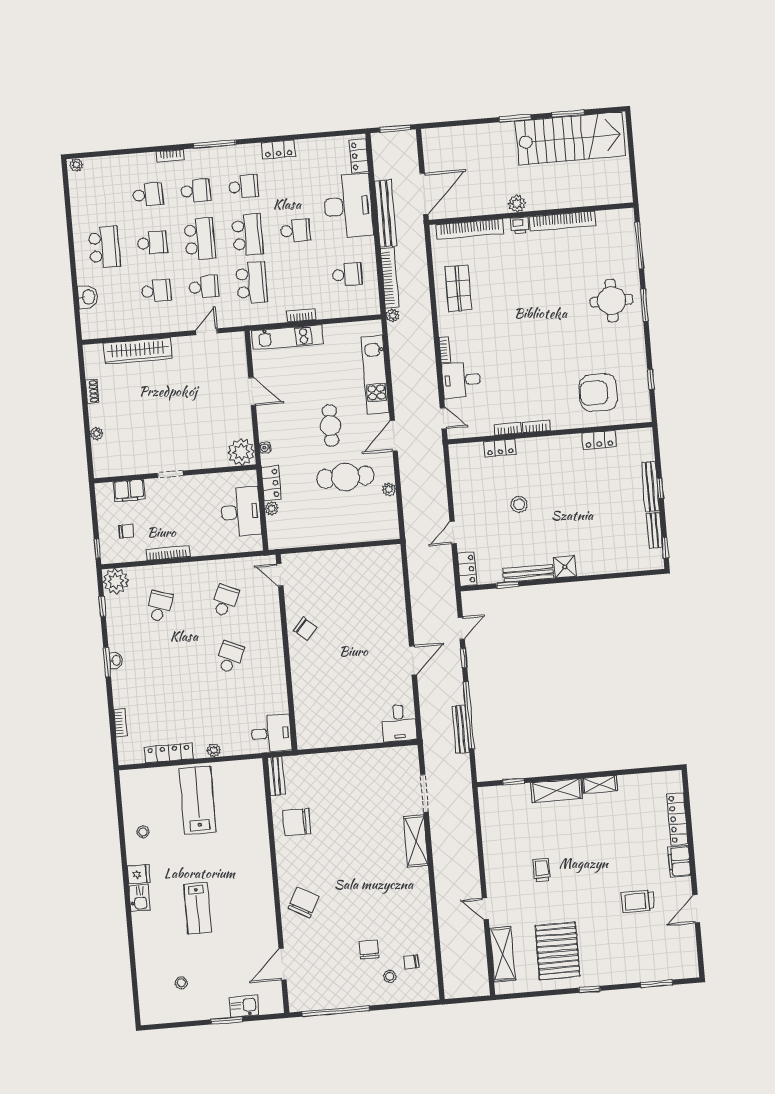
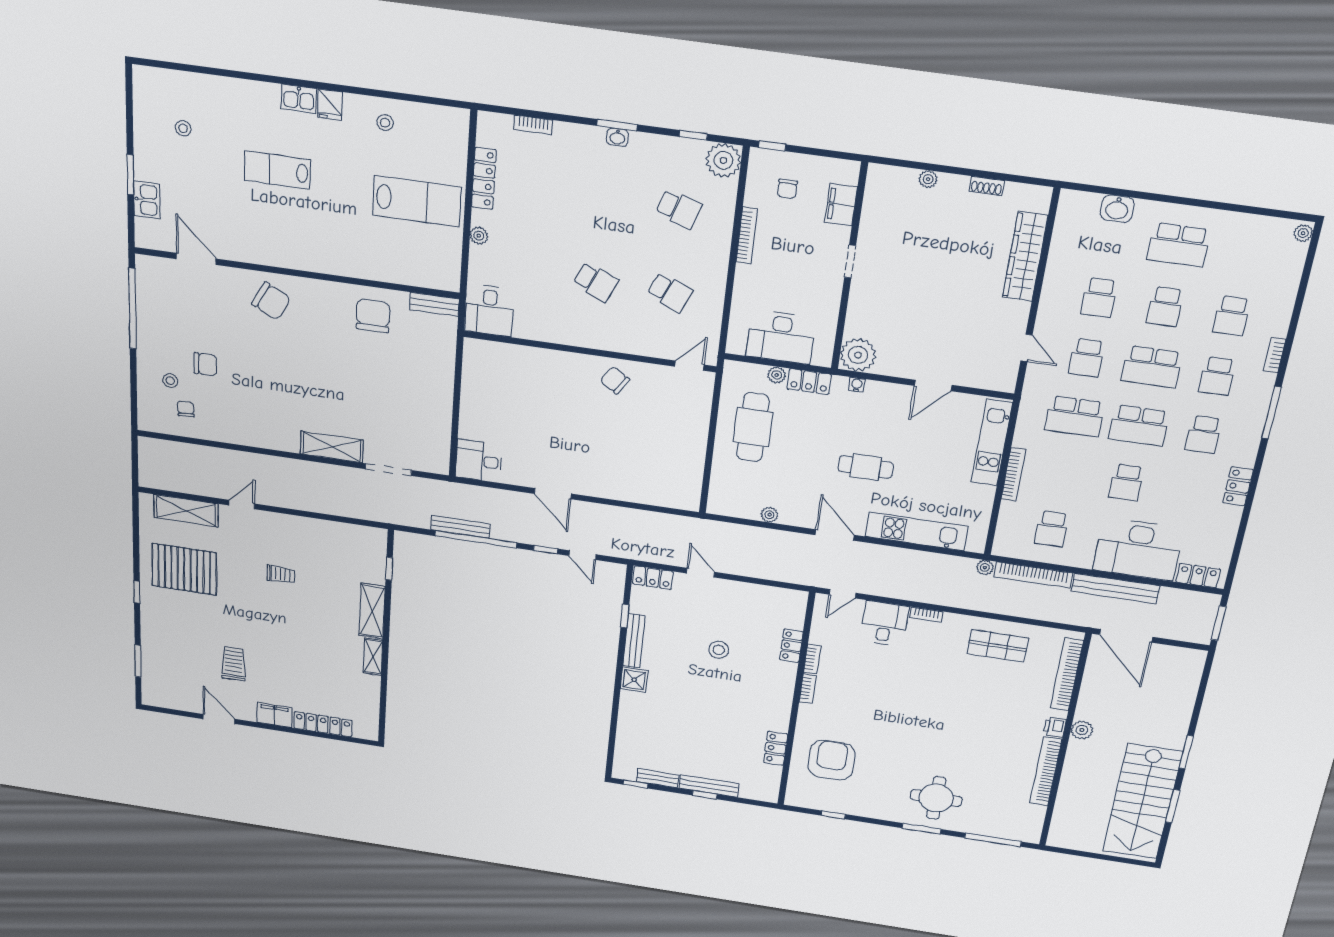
bookcase: (301, 315) -> (1013, 474), width x1.56
cafe table: (345, 477) -> (753, 427), moved
chair: (305, 629) -> (615, 380), turned 82

